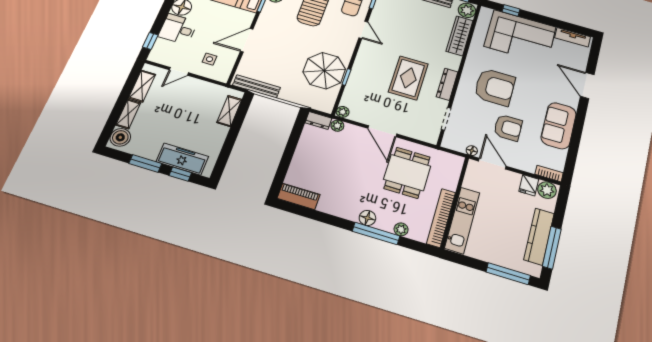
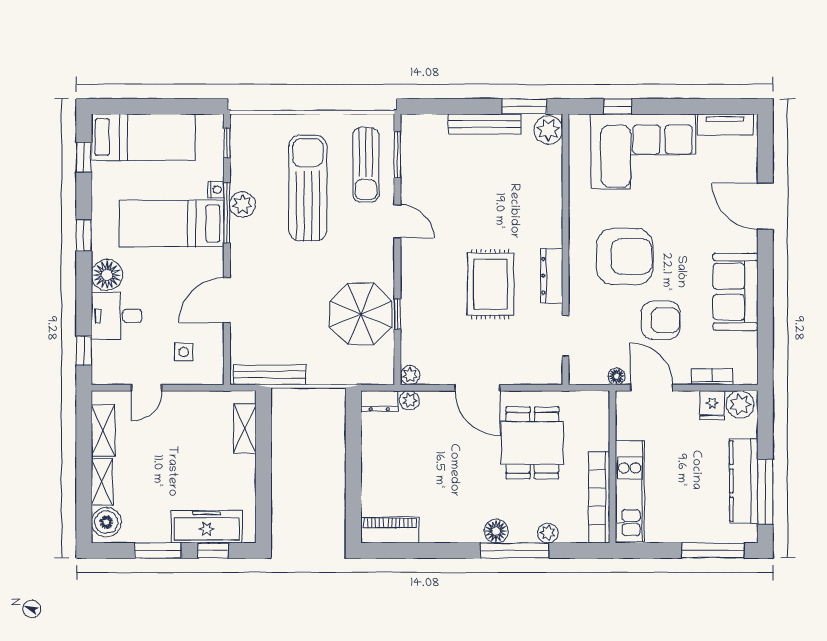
wardrobe: (460, 36) -> (549, 182), removed
bookcase: (549, 173) -> (712, 377), moved

